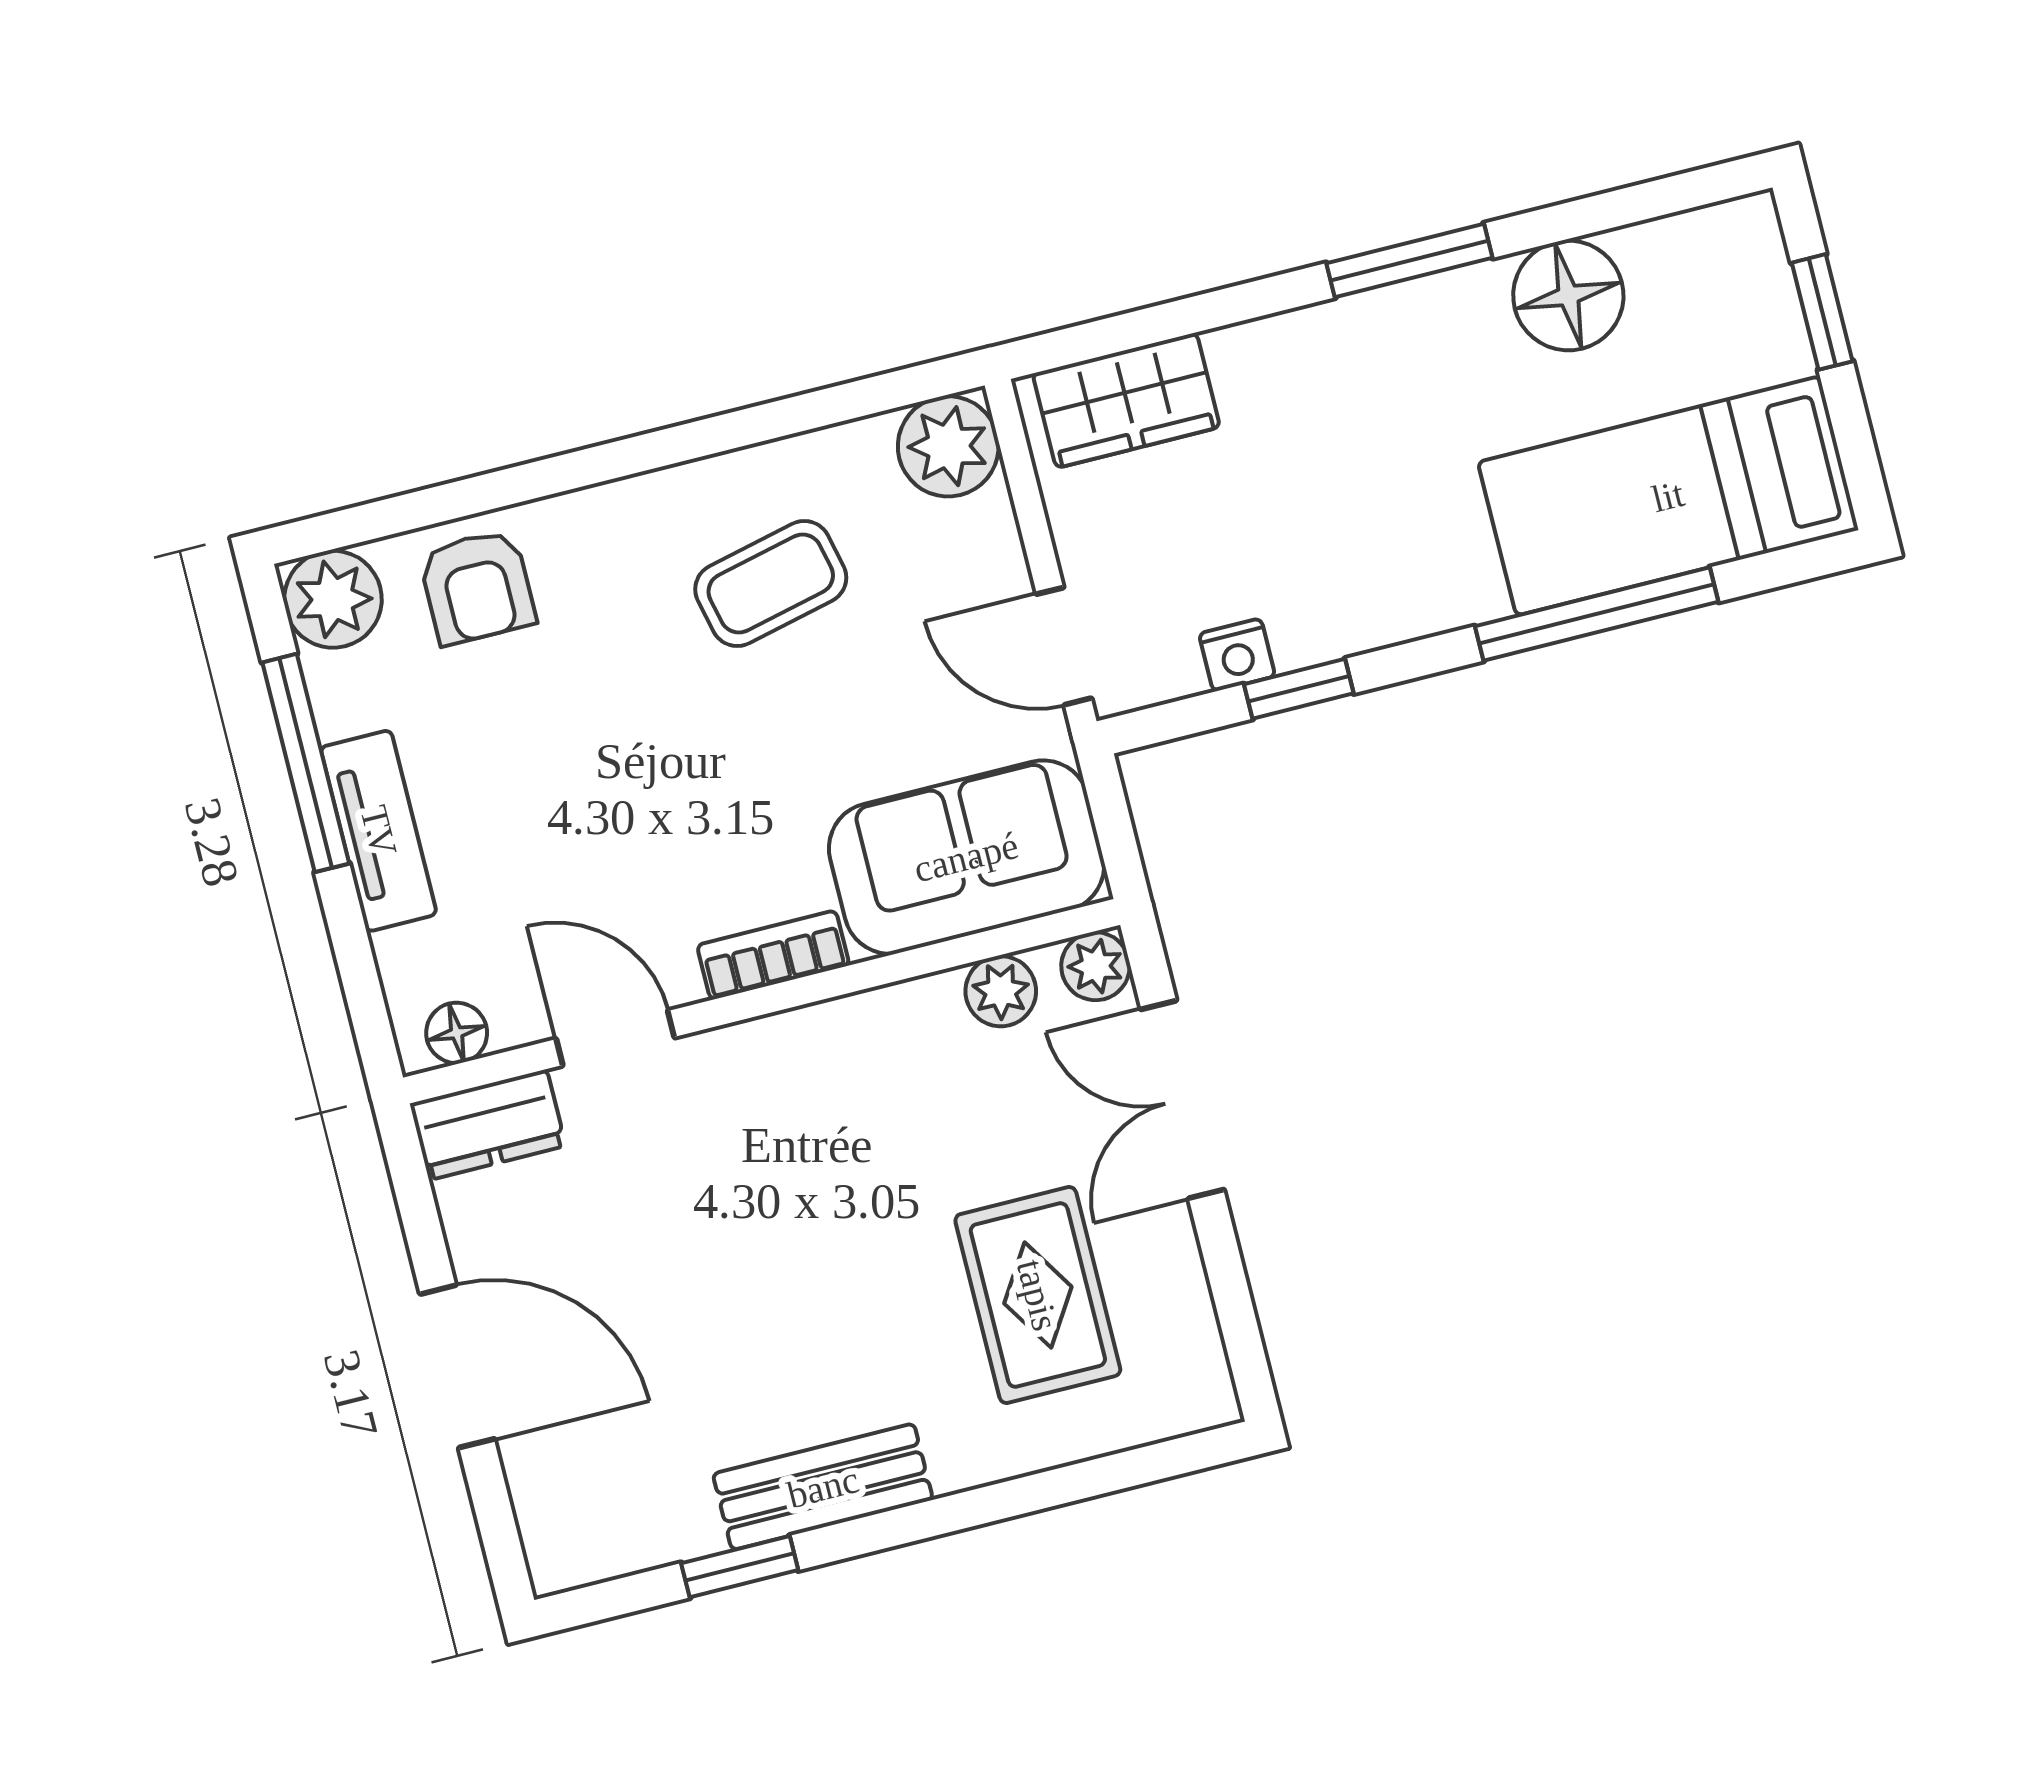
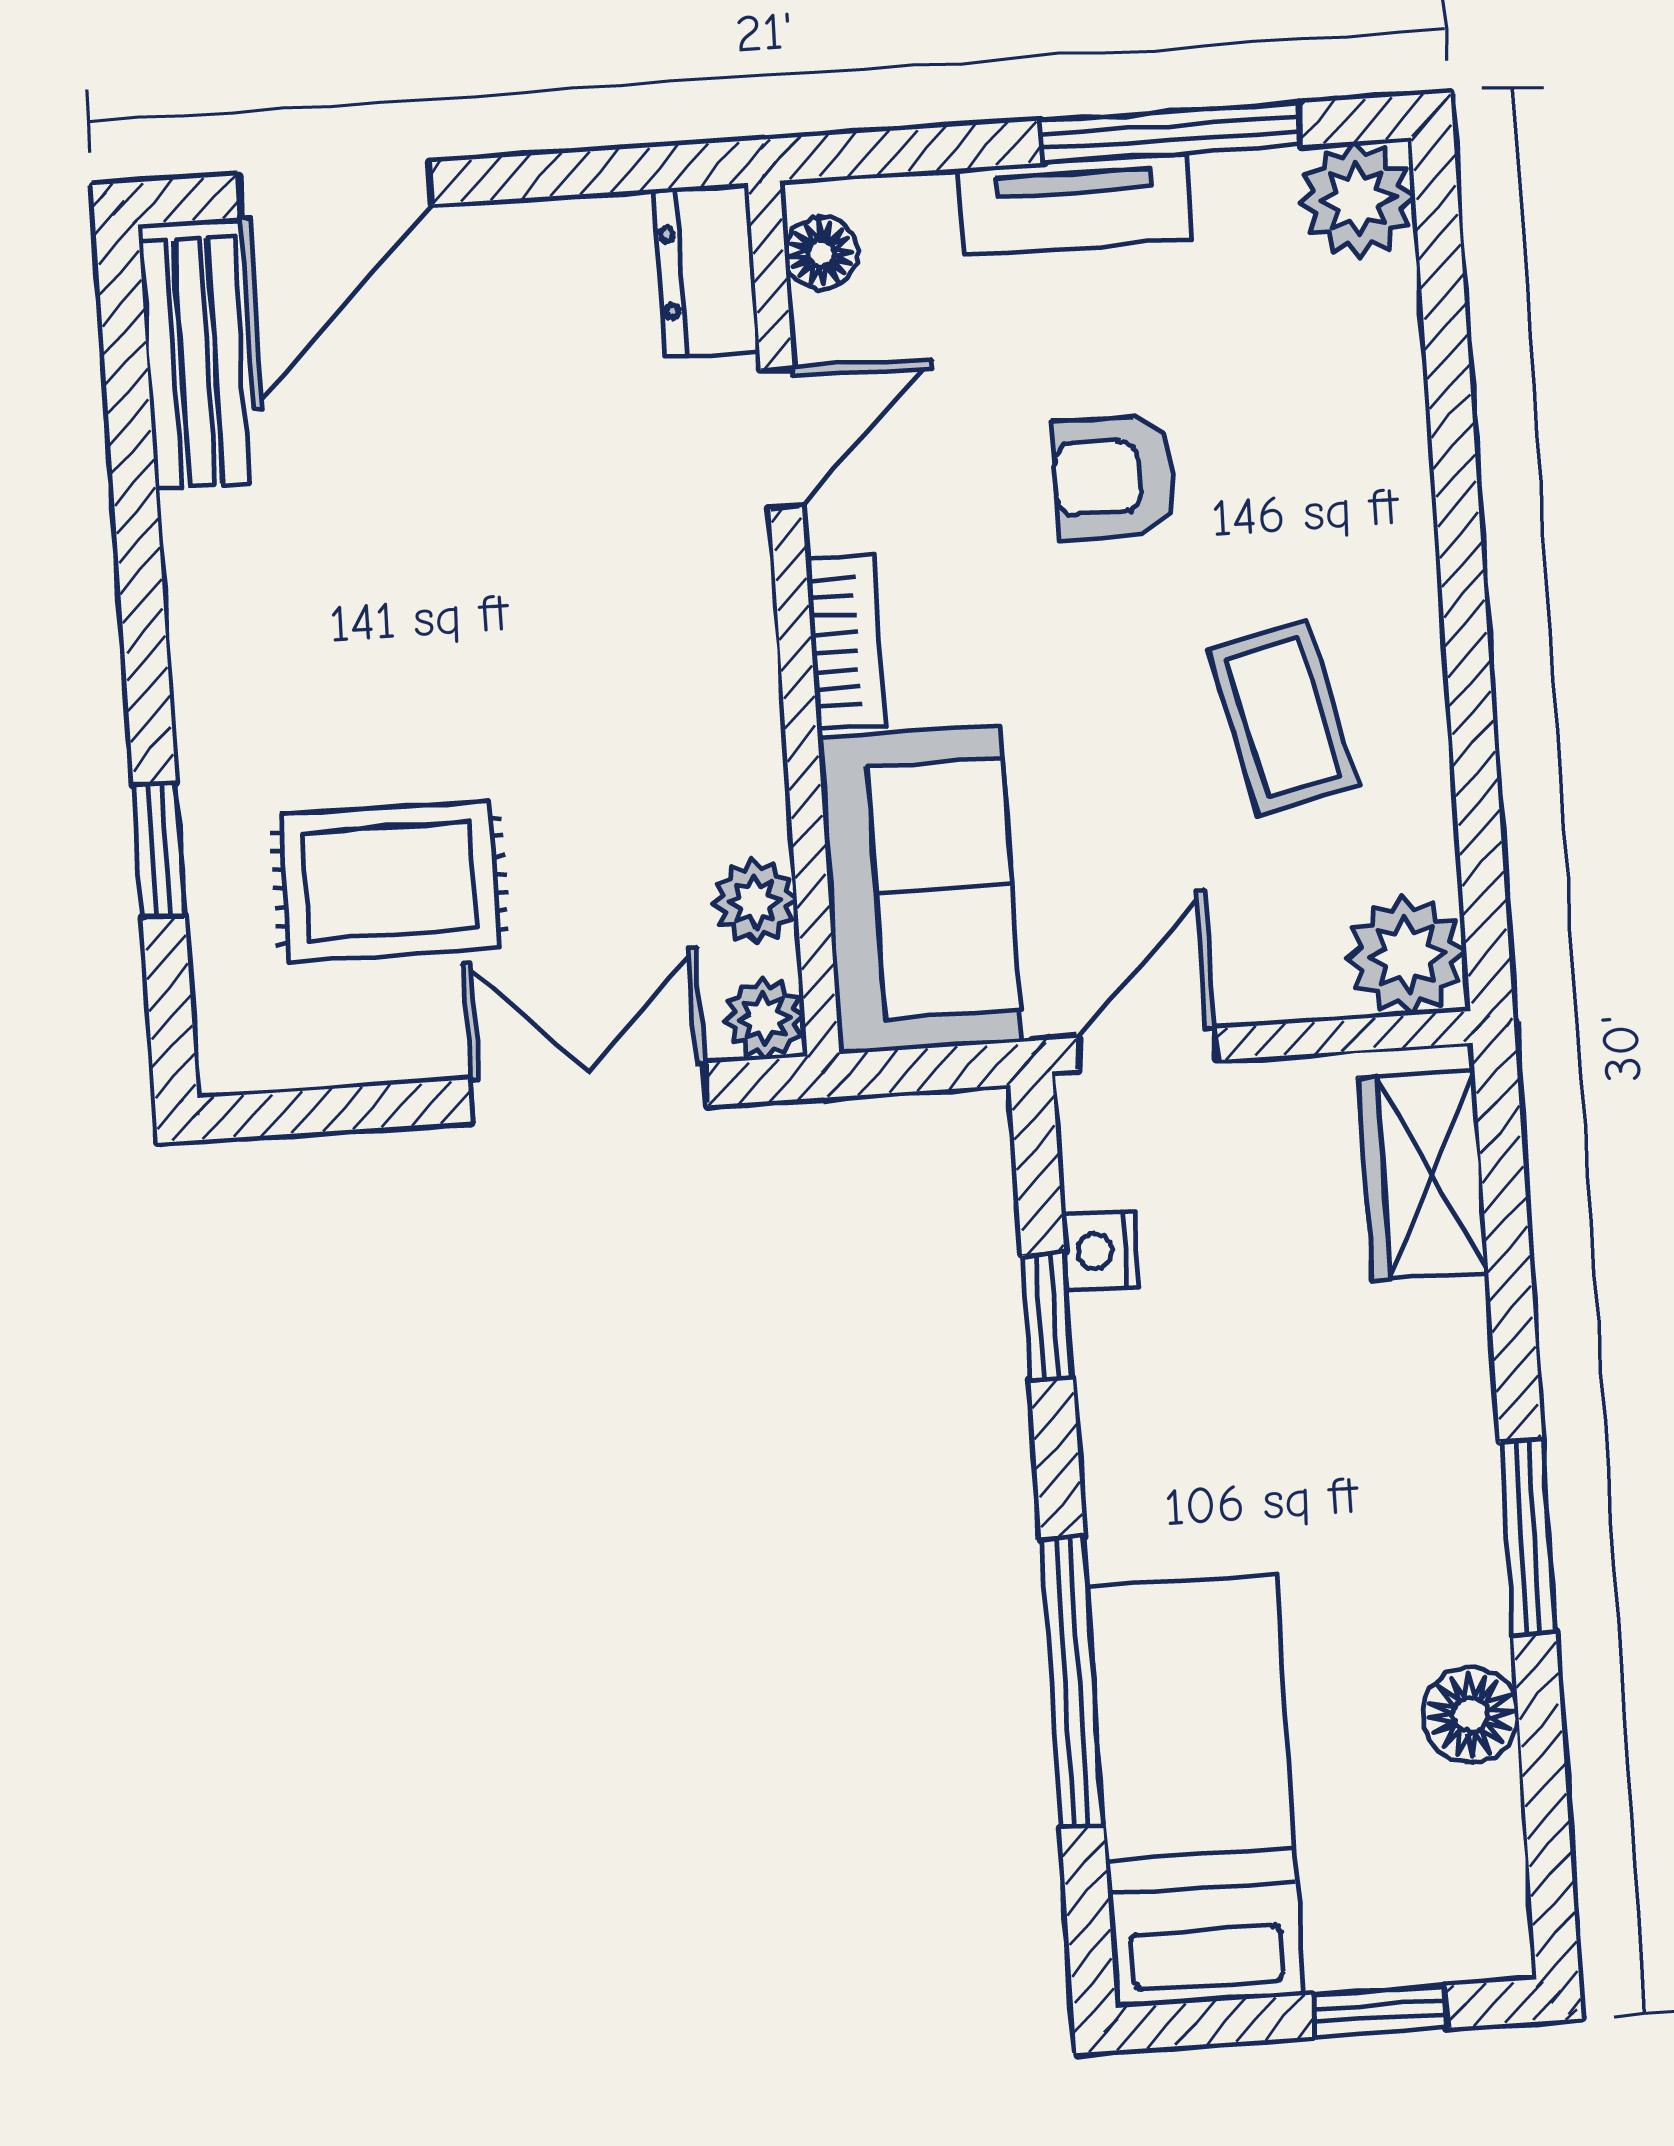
floor lamp: (1568, 295) -> (1471, 1715), width x0.73, depth x0.73
armchair: (477, 587) -> (1114, 477), moved
door: (457, 1366) -> (335, 190), moved
bench: (823, 1487) -> (195, 363), moved
window: (740, 1567) -> (159, 850), moved

